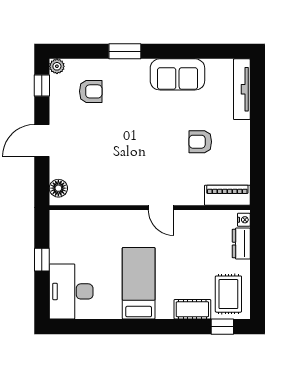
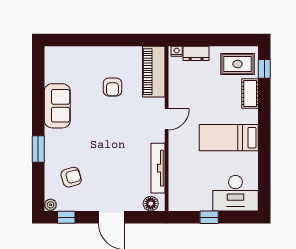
tv unit: (242, 89) -> (158, 168), moved, turned 90
armchair: (91, 91) -> (71, 177), turned 74
piano: (227, 195) -> (154, 72), width x1.37, depth x1.33

